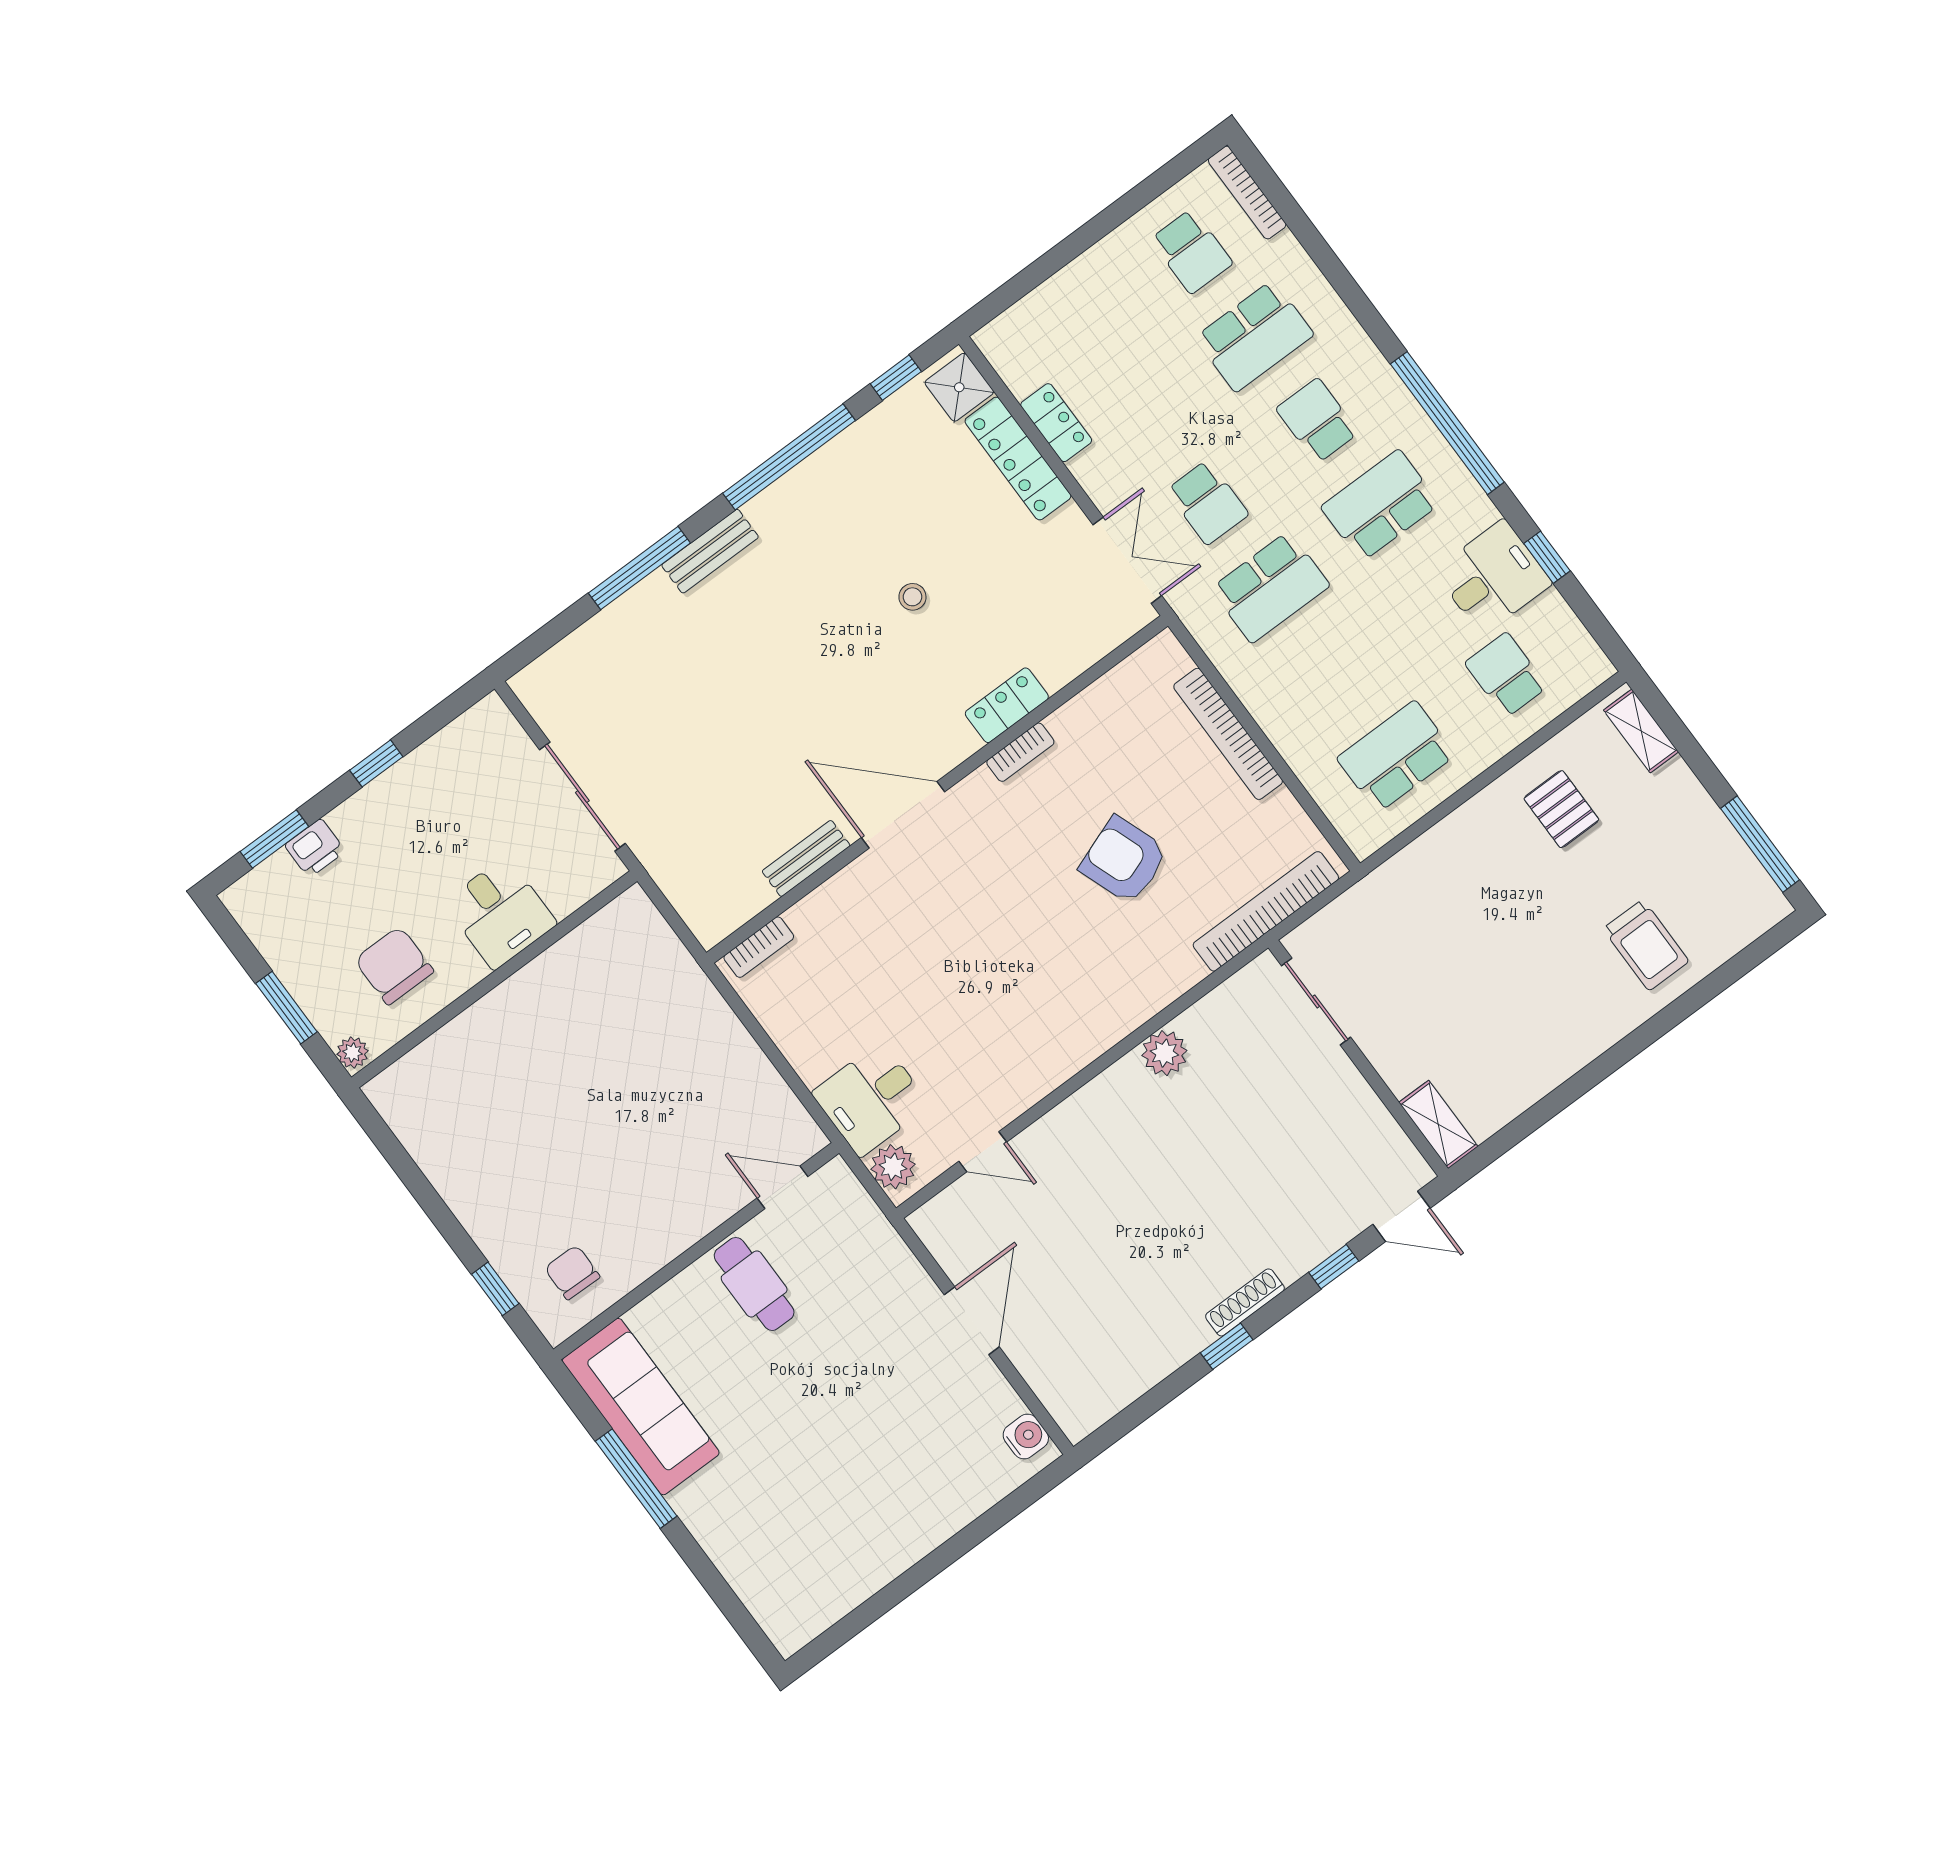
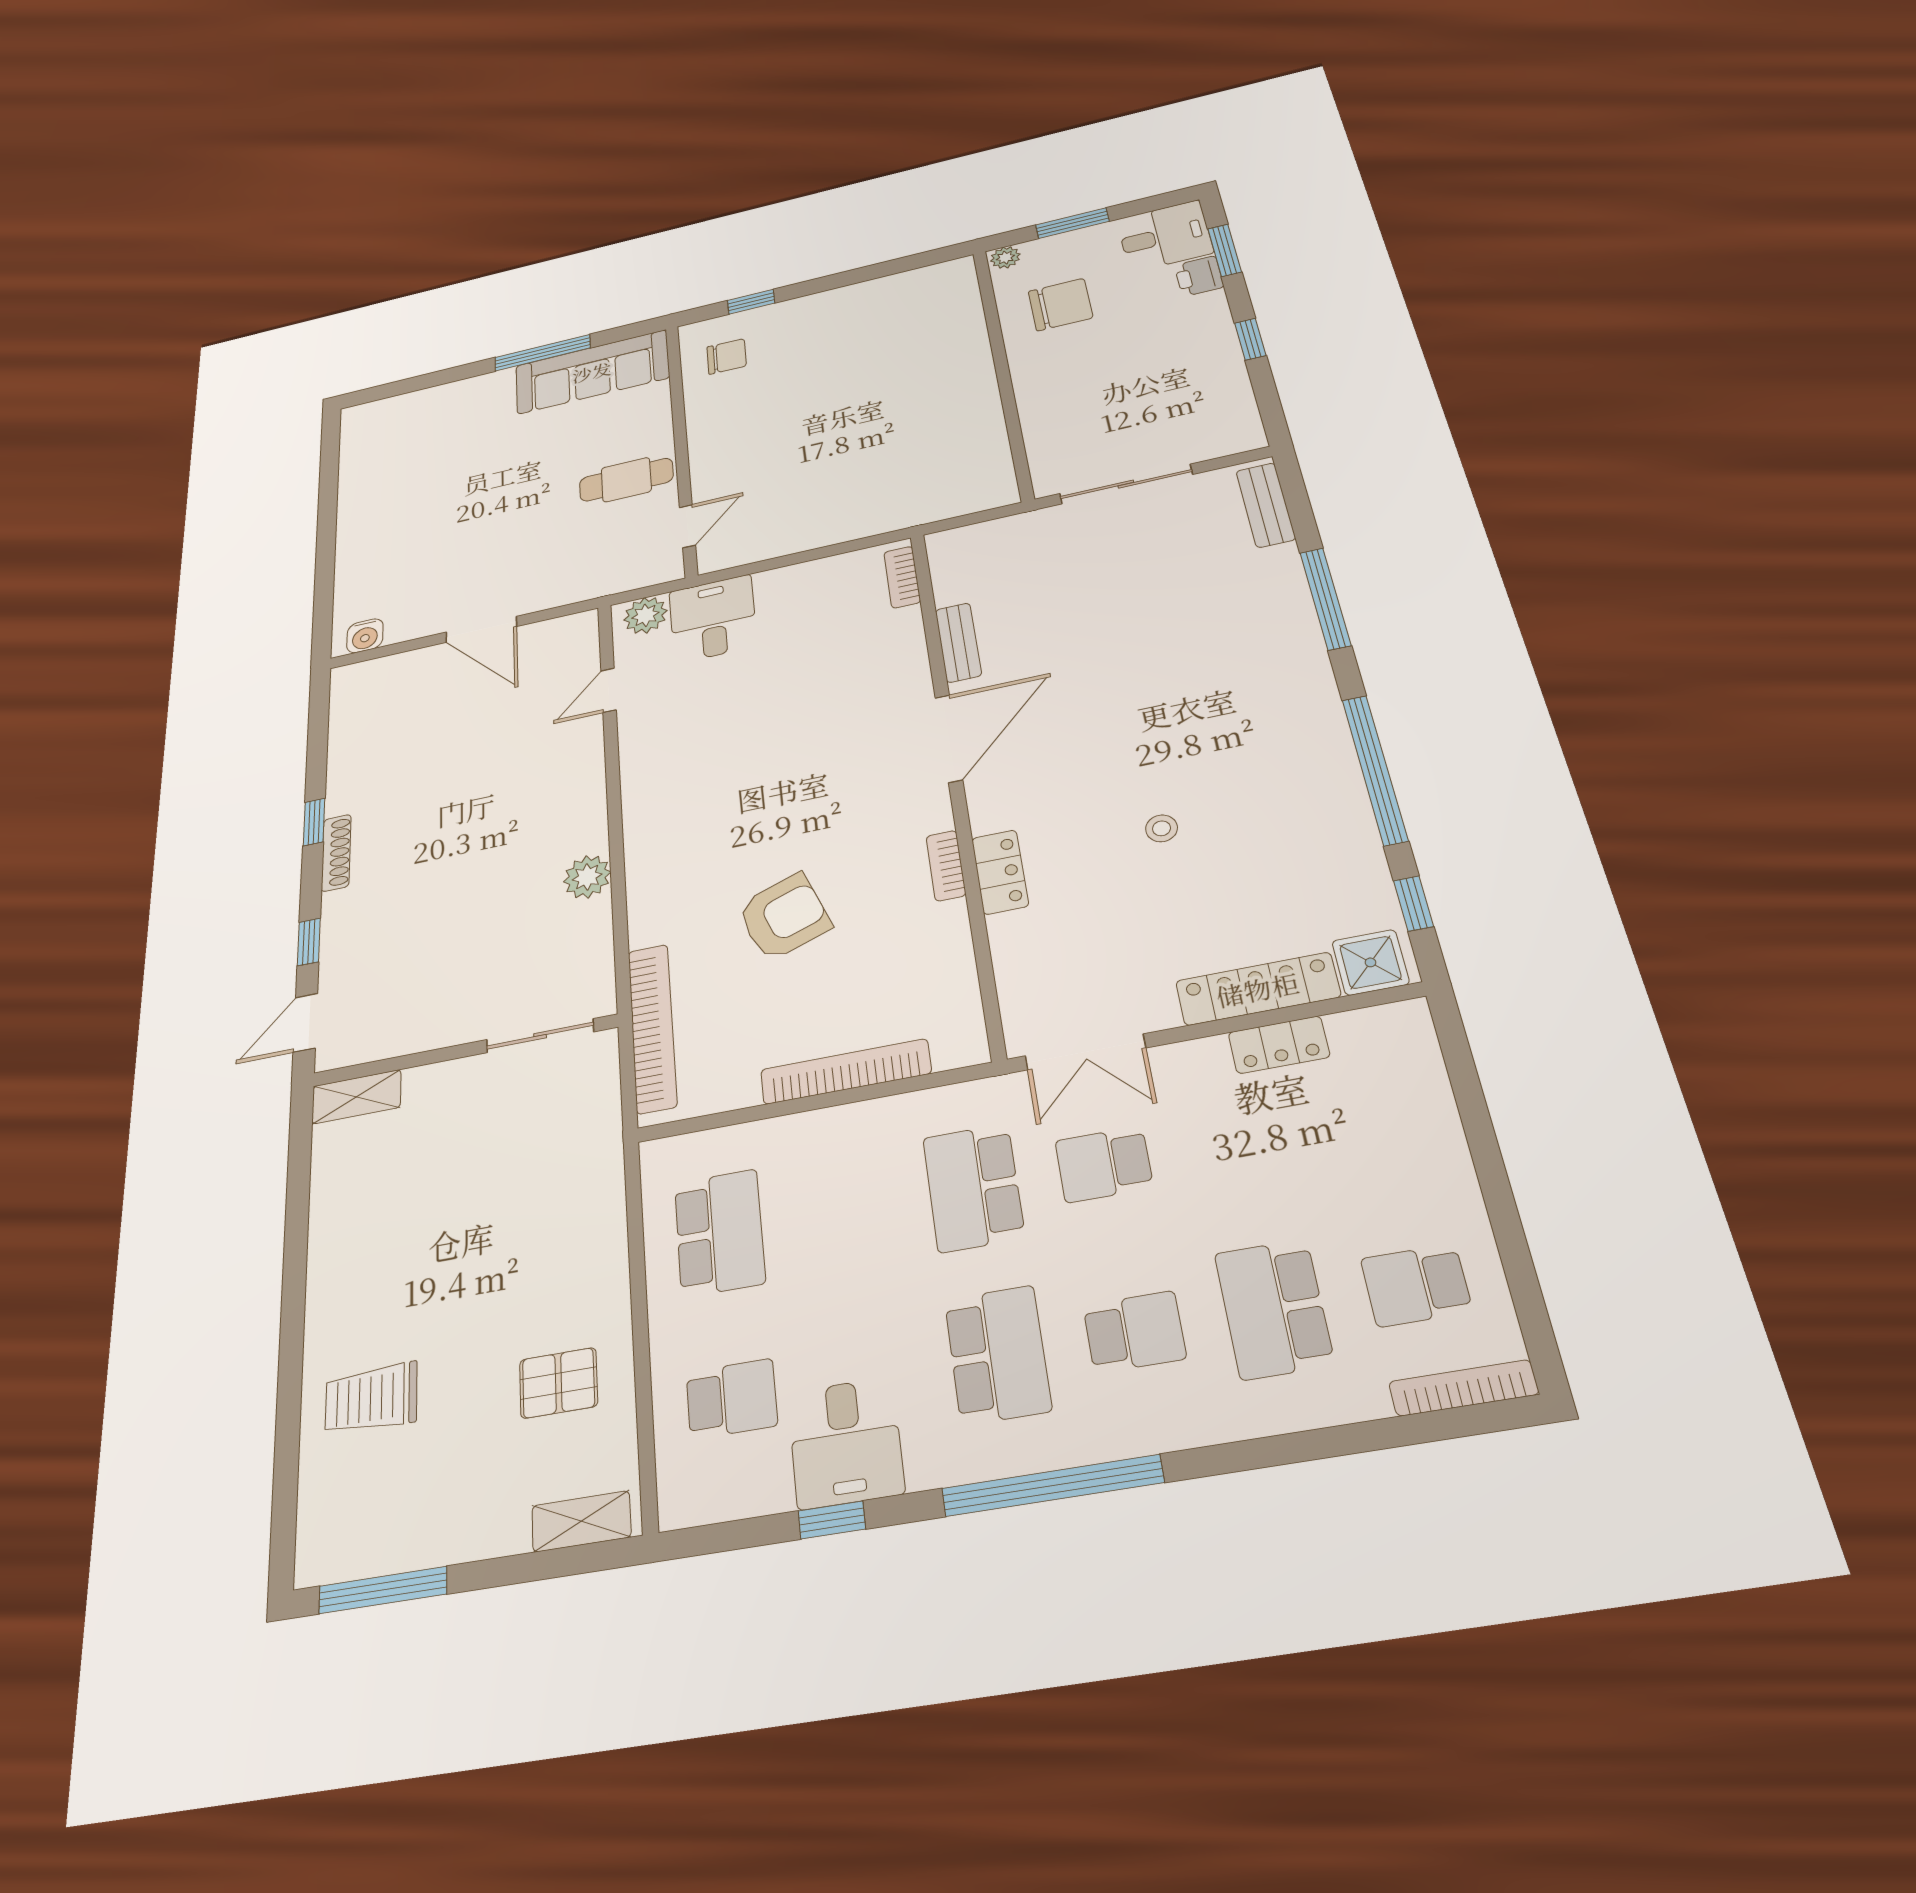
bench: (710, 551) -> (1266, 505), moved
desk: (500, 913) -> (1165, 236), moved, turned 180

